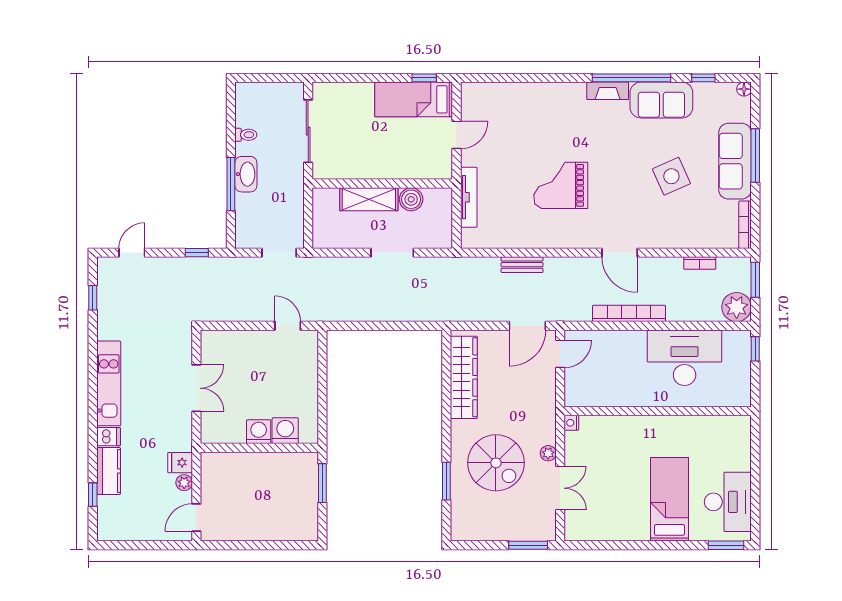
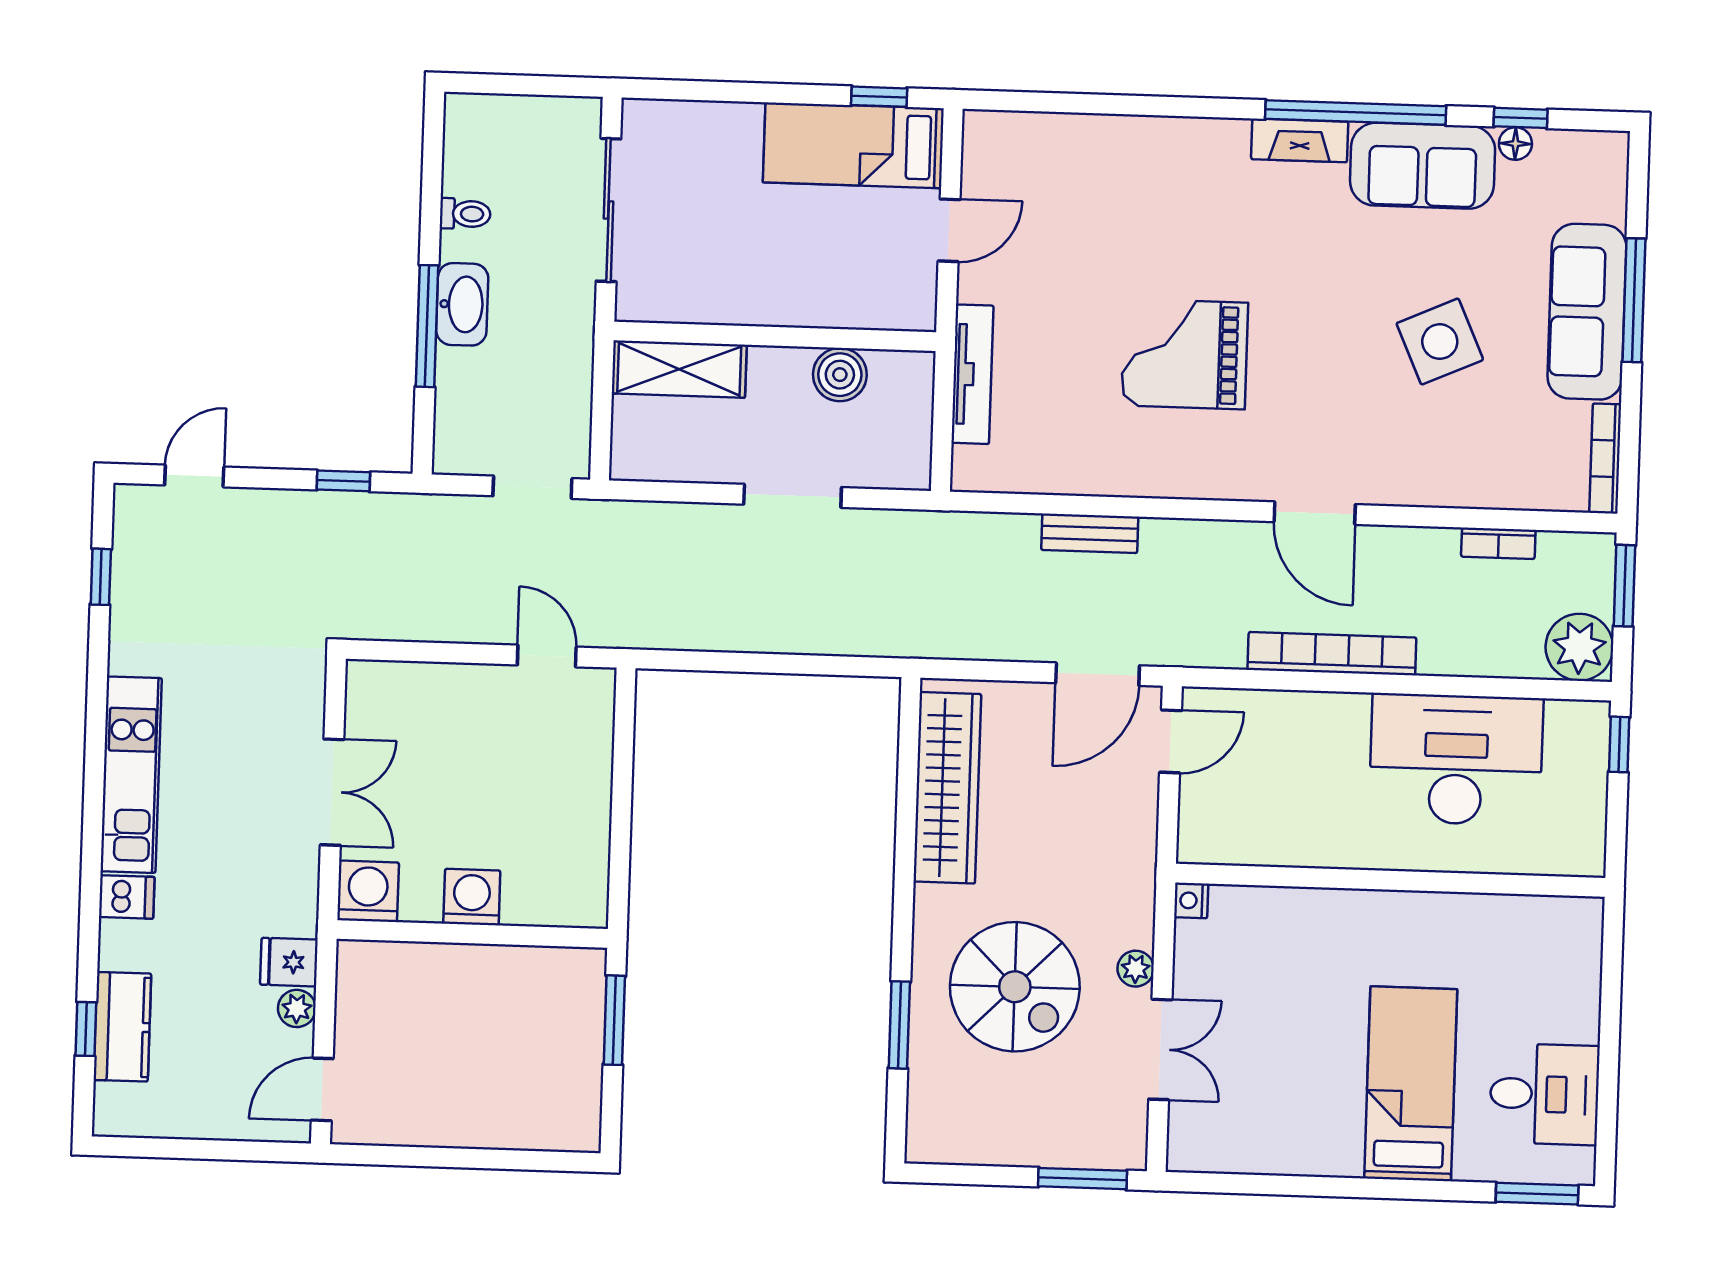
floor lamp: (744, 89) -> (1515, 144), moved
shelving: (369, 199) -> (679, 369), moved
washing machine: (285, 431) -> (368, 891), moved
kitchen counter: (109, 471) -> (122, 1027), moved
desk: (728, 502) -> (1544, 1094), width x0.73

